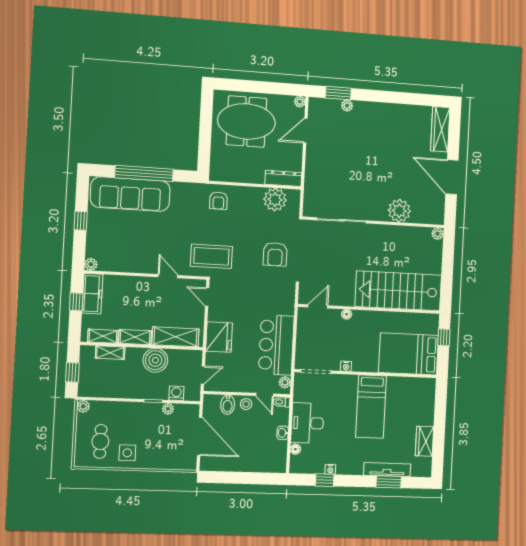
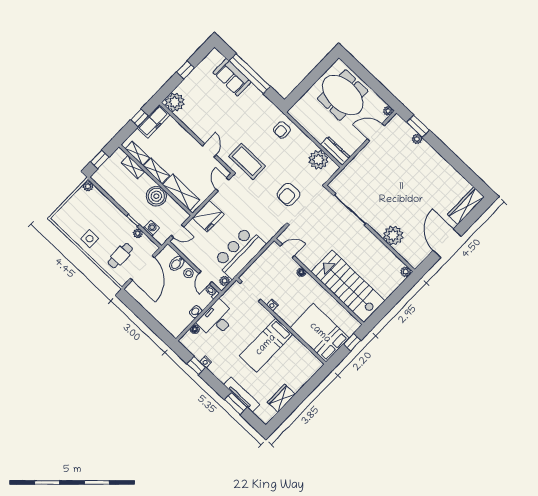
sofa: (130, 194) -> (232, 77), width x0.54, depth x0.79
plant: (91, 264) -> (175, 102), width x1.88, depth x1.88
cafe table: (100, 441) -> (120, 256), moved

